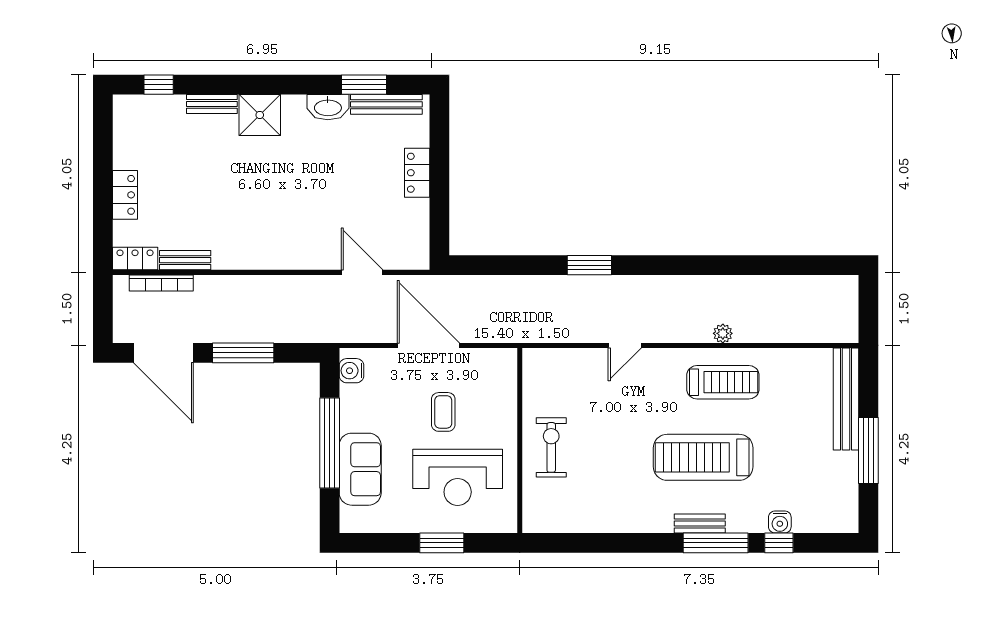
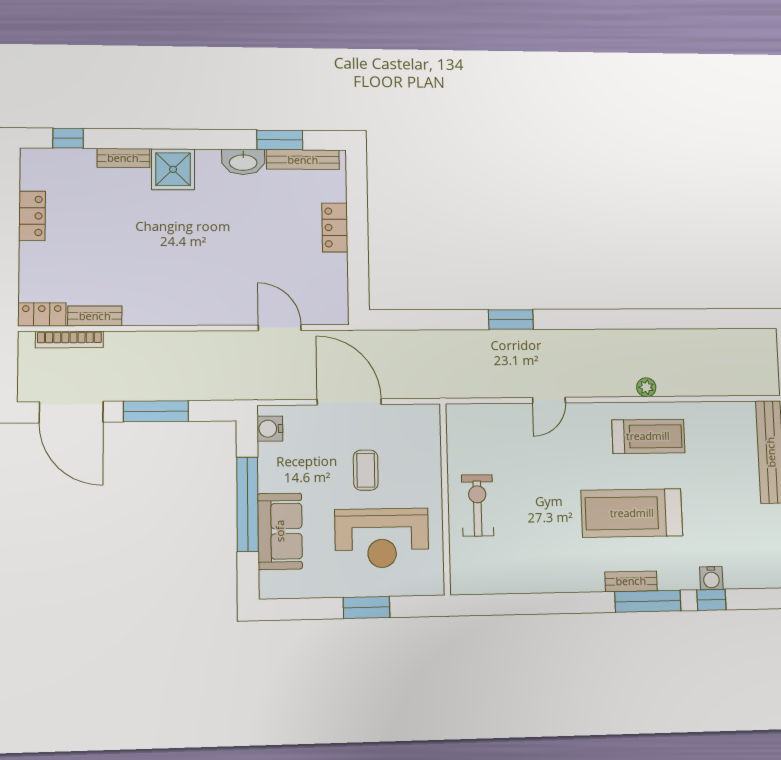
locker: (125, 195) -> (32, 216), moved

